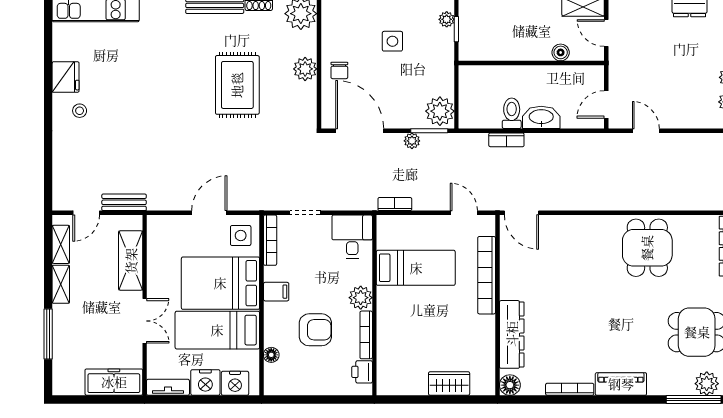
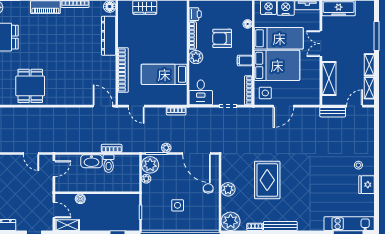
plant: (447, 19) -> (146, 179), moved

